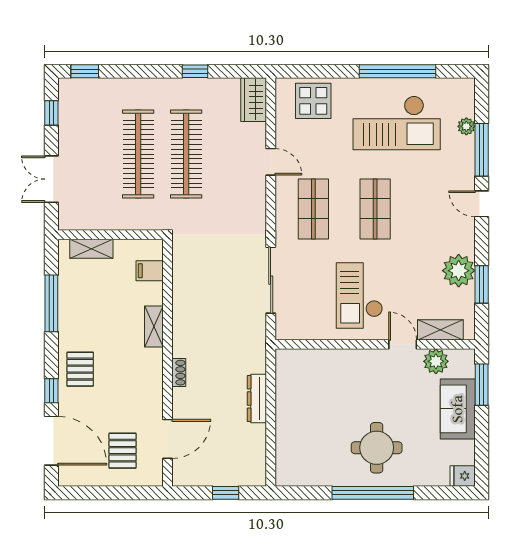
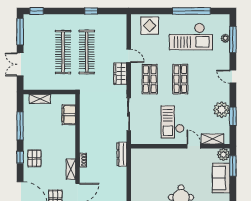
wardrobe: (254, 100) -> (120, 74), moved
window: (51, 113) -> (20, 32), width x2.17
window: (482, 150) -> (233, 39), moved
filing cabinet: (150, 271) -> (69, 115), width x2.00
shelving: (154, 327) -> (71, 169), moved
plant: (436, 361) -> (223, 155), moved
window: (51, 391) -> (20, 157), moved
dresser: (257, 399) -> (122, 154), moved

